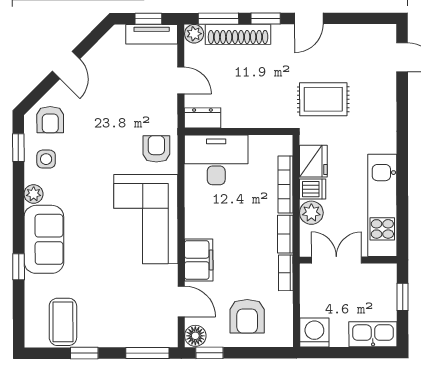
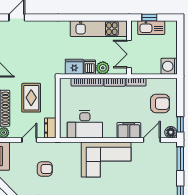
rug: (323, 99) -> (31, 98), moved
armchair: (156, 149) -> (45, 169), moved, turned 180
desk: (216, 160) -> (85, 124), moved, turned -90
kitchen sink: (373, 334) -> (151, 28), moved, turned -90

